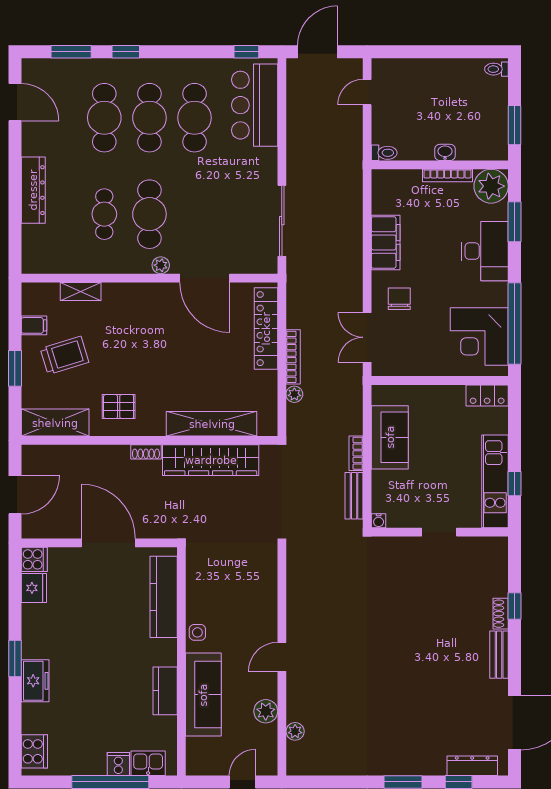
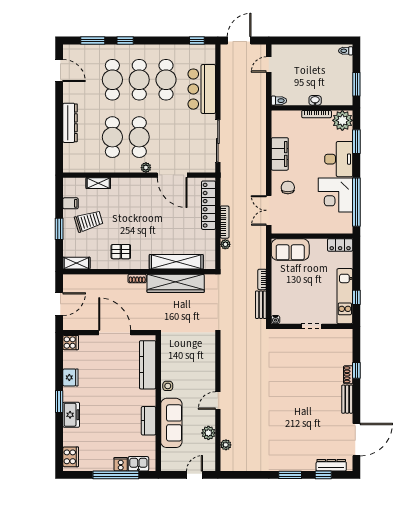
bar counter: (255, 105) -> (202, 89), moved
cafe table: (104, 214) -> (112, 137), width x1.37, depth x1.35
corner desk: (479, 337) -> (335, 195), moved
shelving: (55, 423) -> (76, 263), width x0.67, depth x0.75
sofa: (390, 437) -> (290, 250), moved, turned 90
fridge: (34, 588) -> (70, 377), moved

